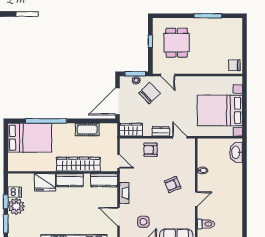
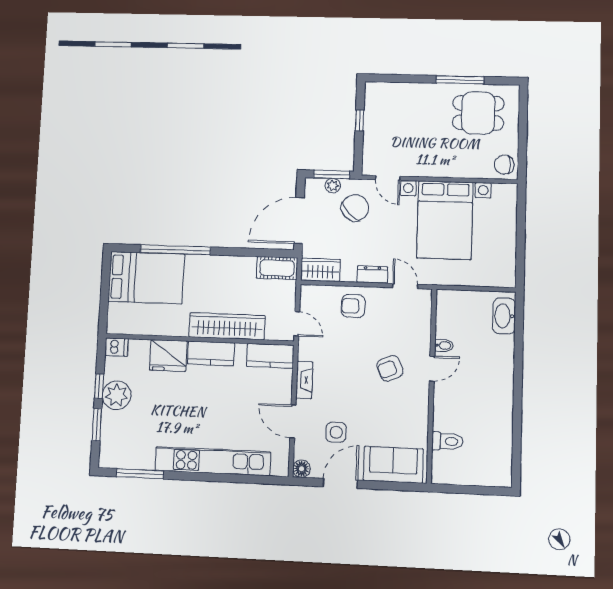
dining table: (177, 43) -> (478, 113), moved, turned 90
bed with nightstands: (220, 110) -> (445, 220), moved, turned -90
cot: (87, 129) -> (277, 268), moved
dishwasher: (15, 192) -> (117, 347), moved
door: (196, 199) -> (432, 369), moved

